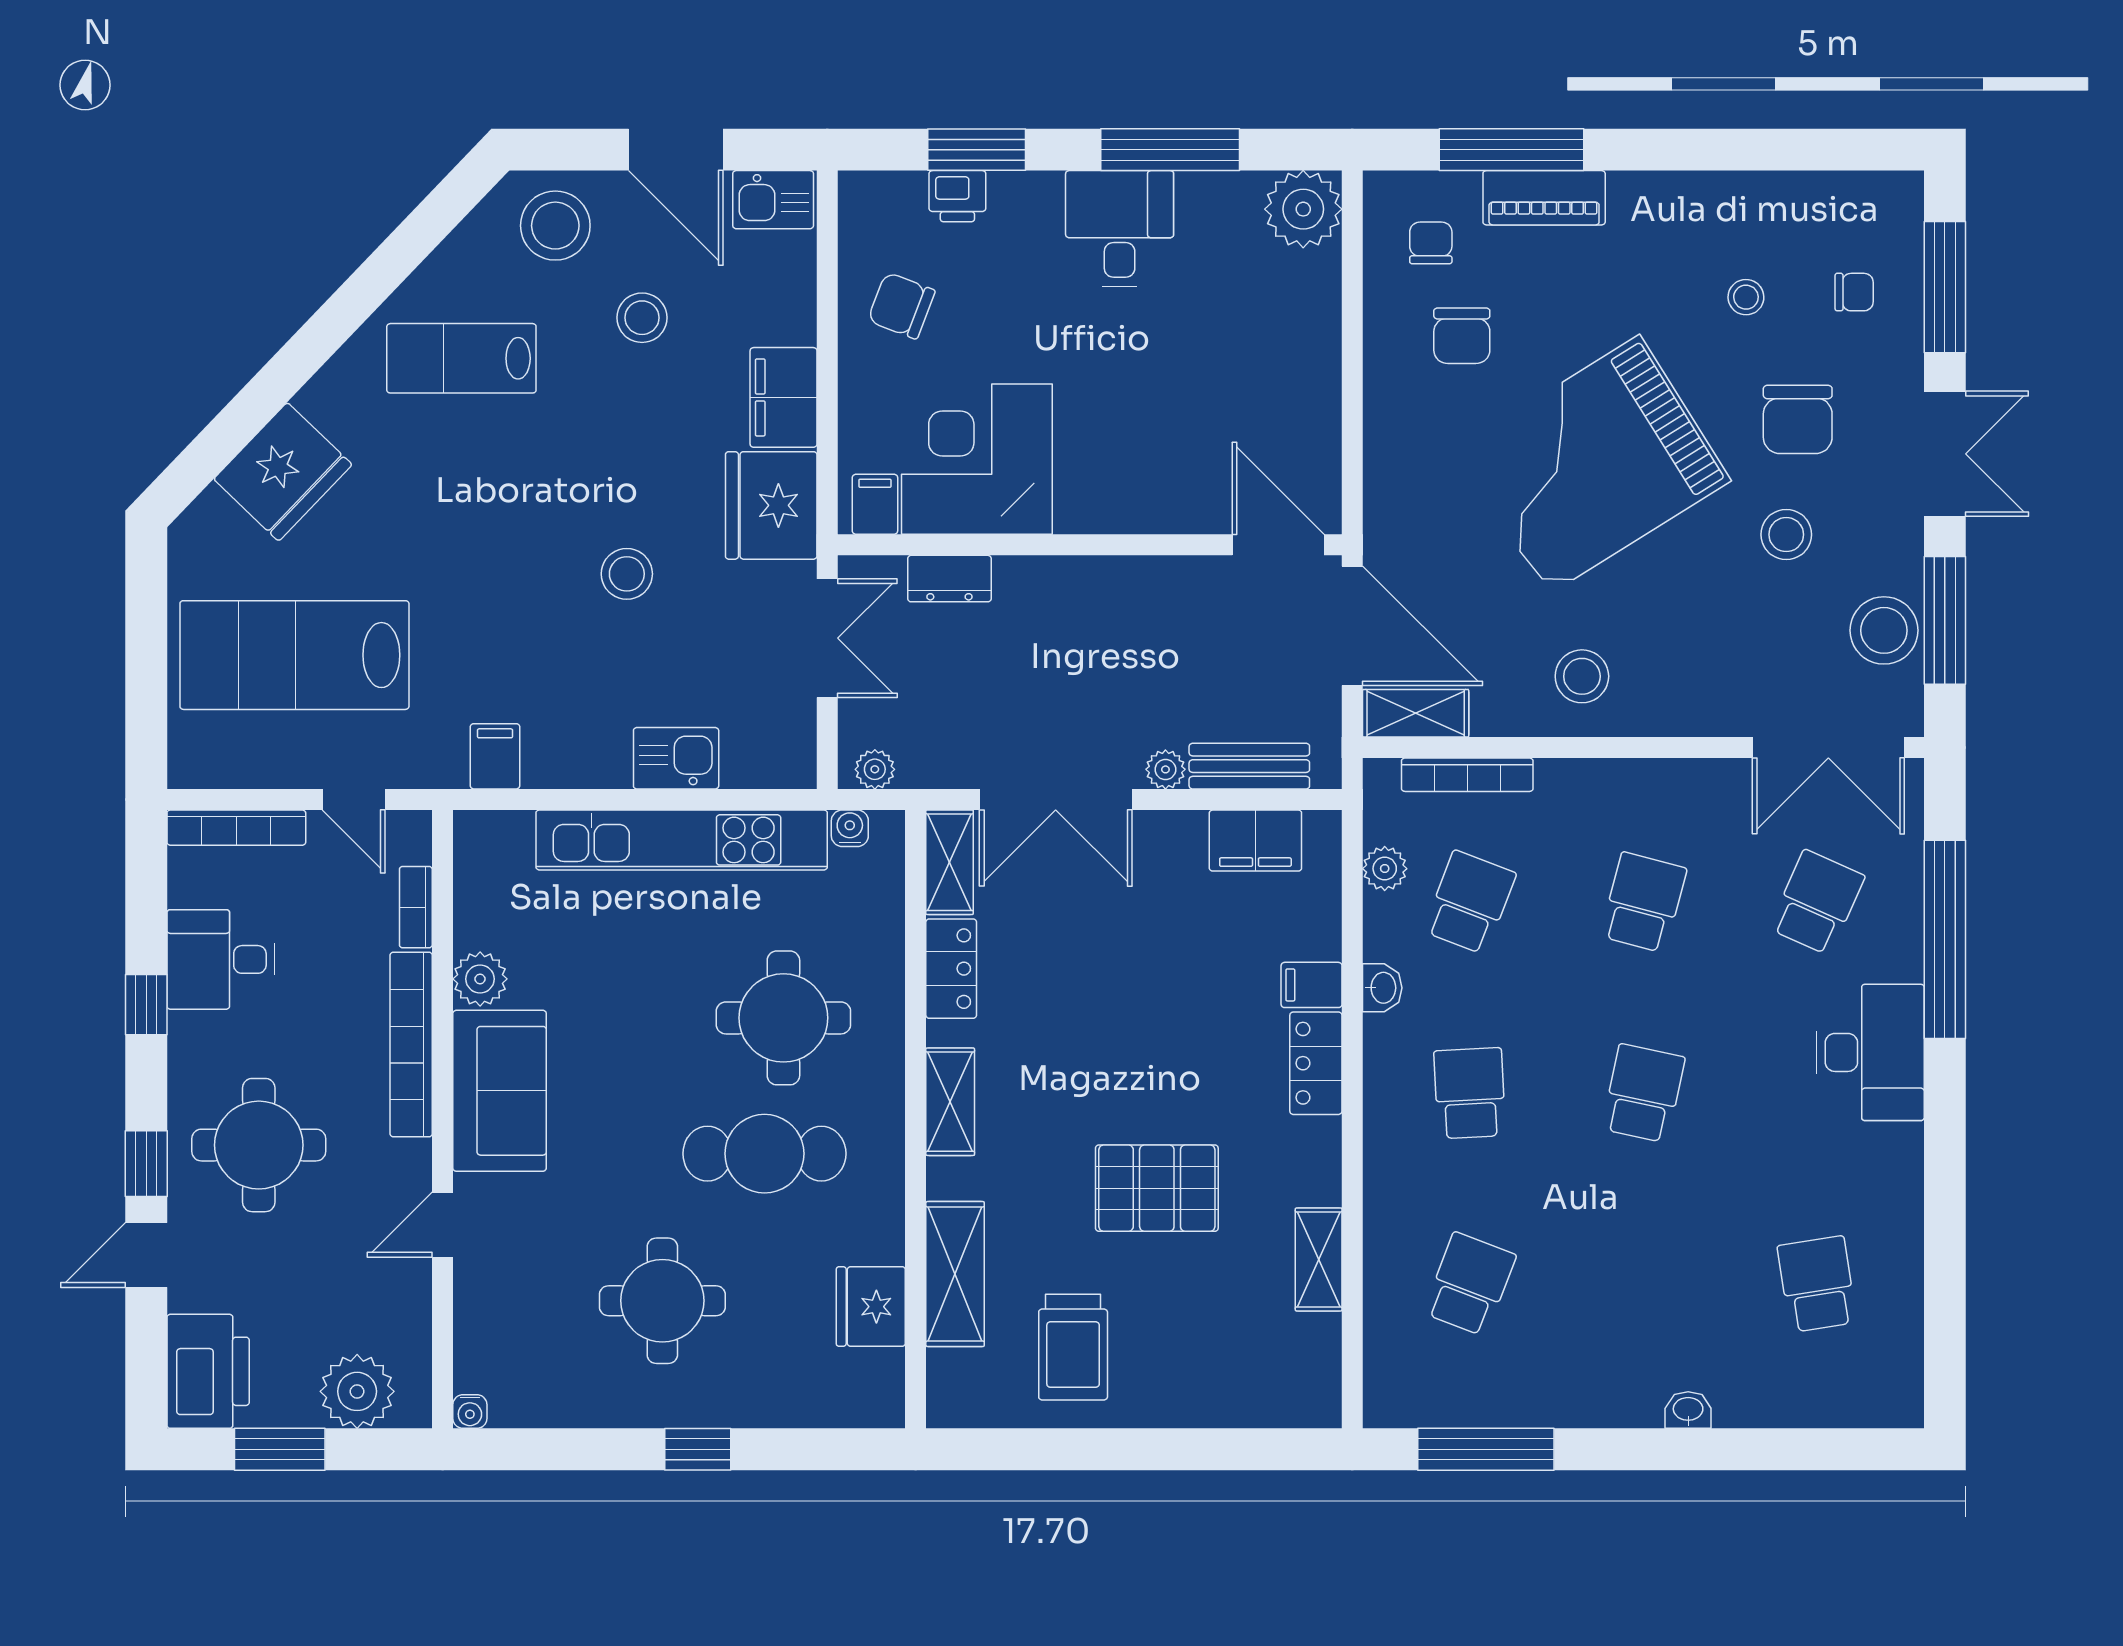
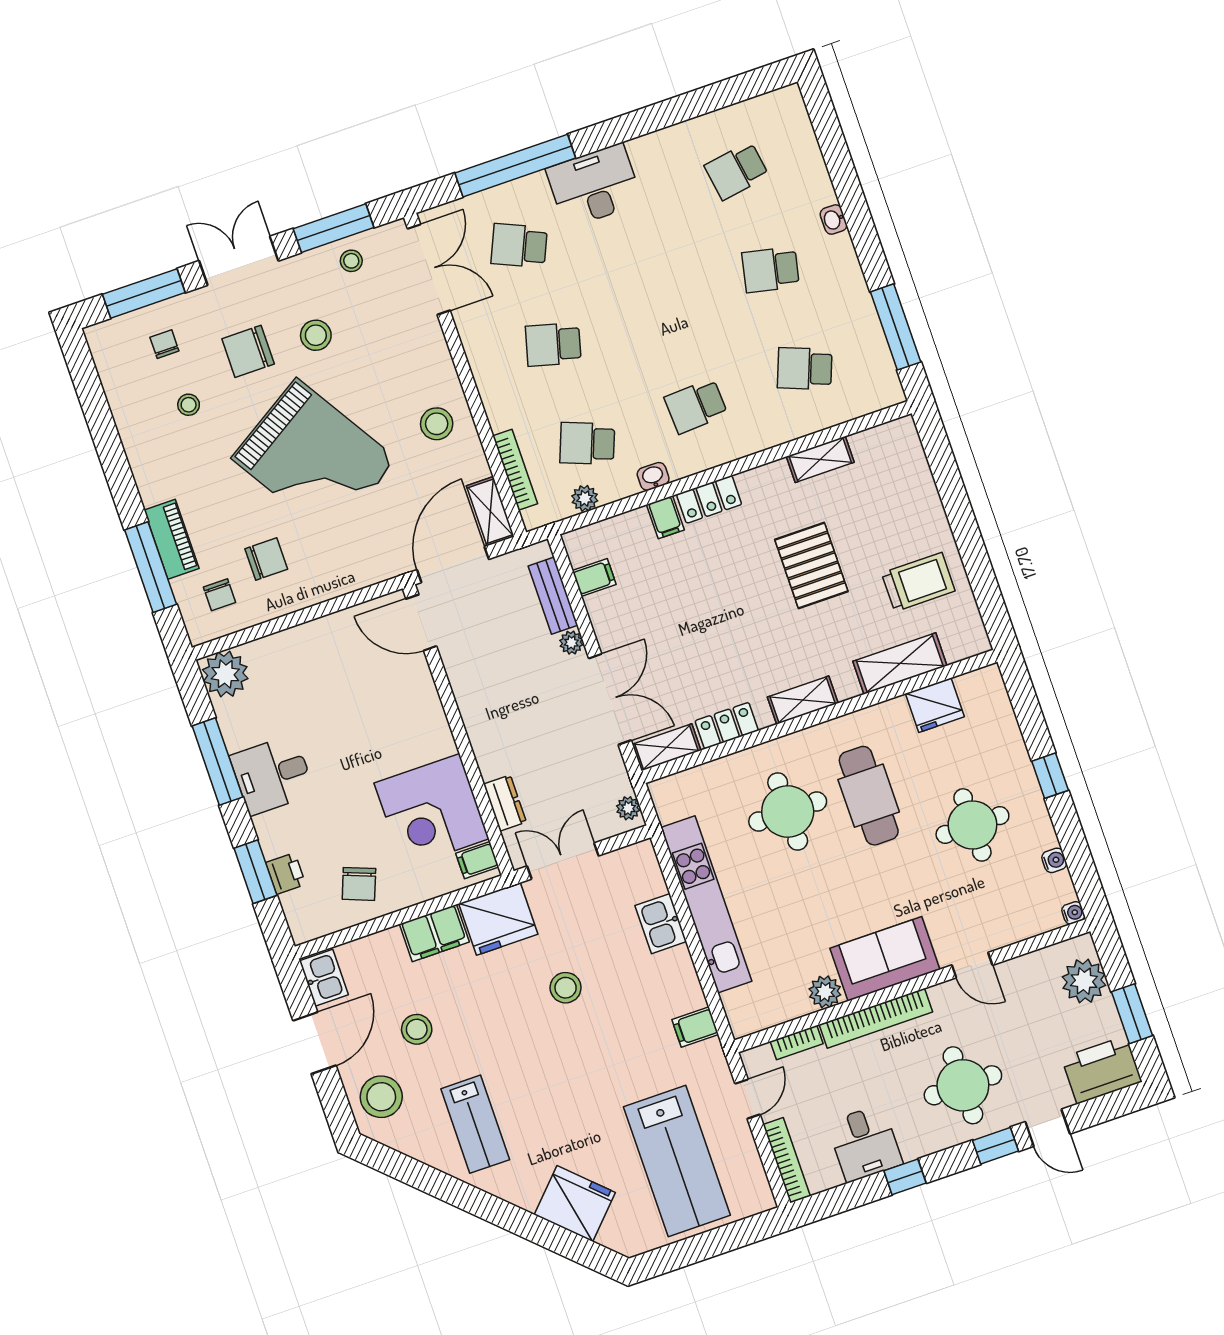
chair: (1431, 243) -> (219, 595), turned -90
chair: (1798, 419) -> (248, 351), turned 180
door: (1278, 545) -> (421, 623), hinge flipped
stool: (1884, 630) -> (351, 261), width x0.53, depth x0.53
water cooler: (850, 828) -> (1054, 860), moved, turned 180
filing cabinet: (1255, 841) -> (594, 577), width x0.50
school desk: (1643, 1093) -> (771, 270), moved

